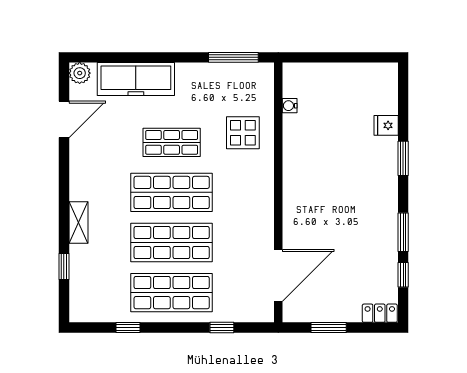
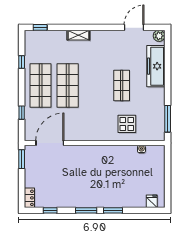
door: (64, 119) -> (134, 27), swing flipped
fridge: (386, 125) -> (152, 201), moved
shop shelf: (172, 192) -> (95, 85), removed
window: (403, 232) -> (86, 210), moved
window: (64, 267) -> (40, 27), moved
door: (278, 275) -> (50, 143), swing flipped
window: (329, 328) -> (22, 159), moved

